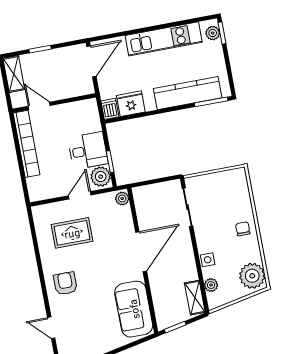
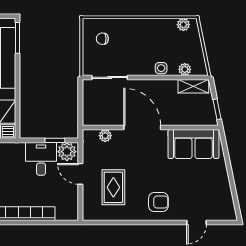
plant: (122, 198) -> (105, 136), moved
chair: (243, 229) -> (102, 39), moved
plant: (252, 276) -> (183, 25), width x0.53, depth x0.53
armchair: (65, 283) -> (158, 202), turned 180

